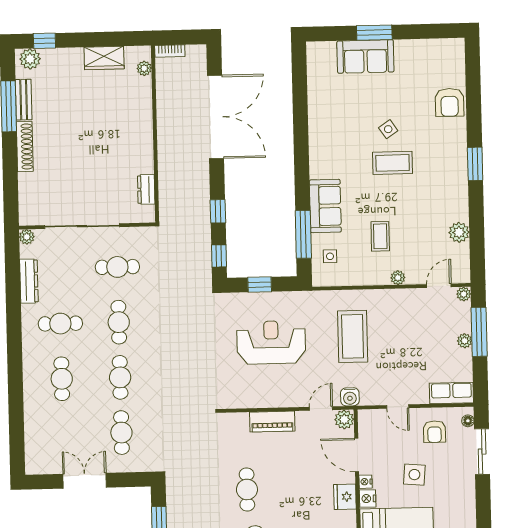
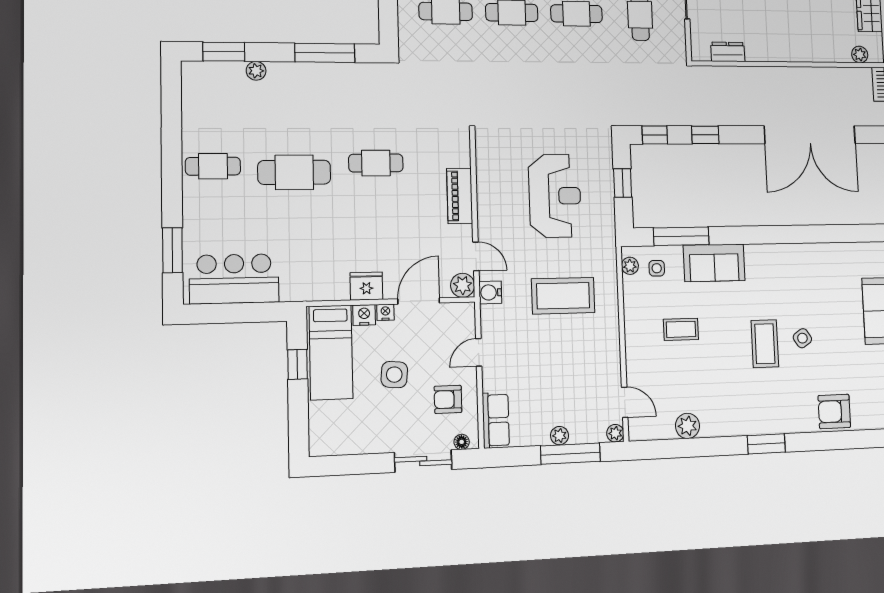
plant: (398, 278) -> (630, 266), moved

